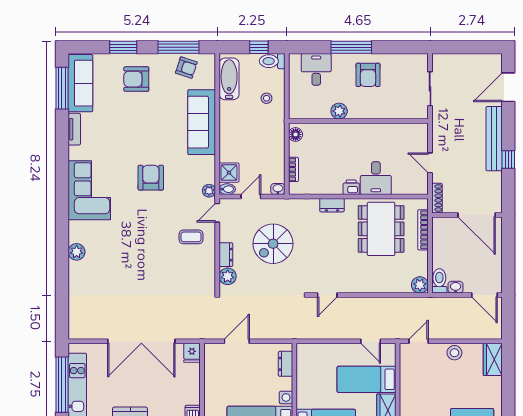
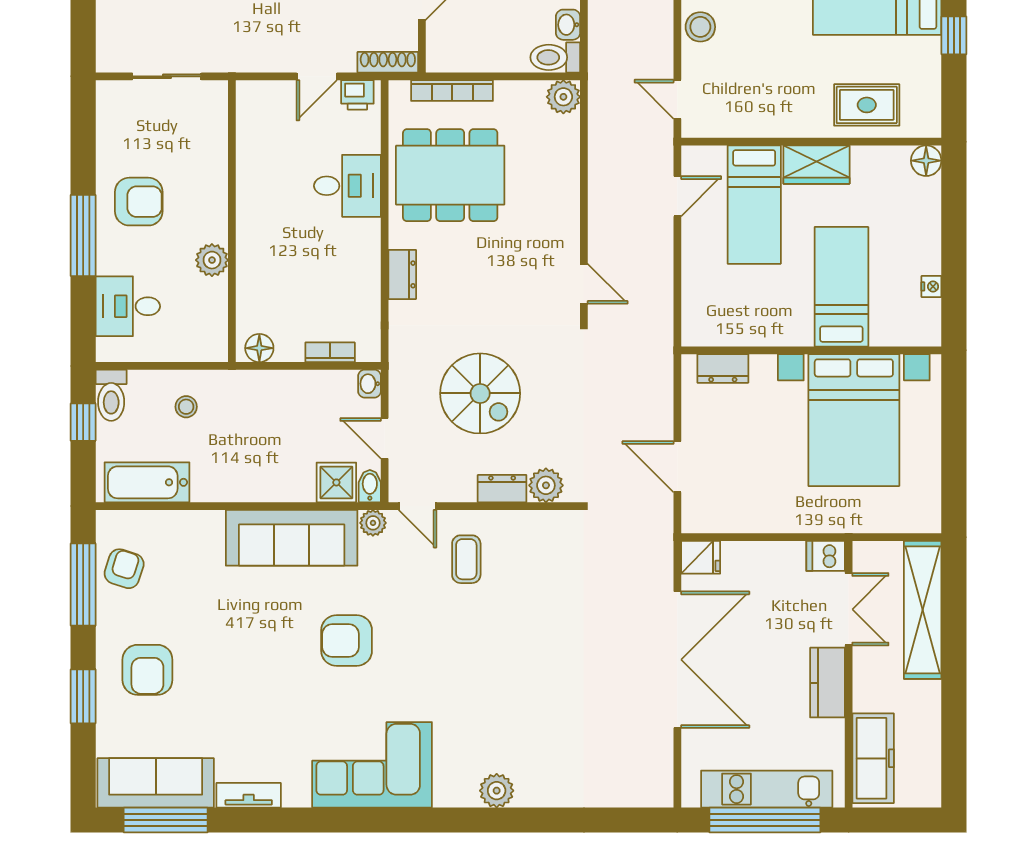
sofa: (202, 122) -> (292, 538), moved
printer: (351, 187) -> (357, 95), moved, turned -90

